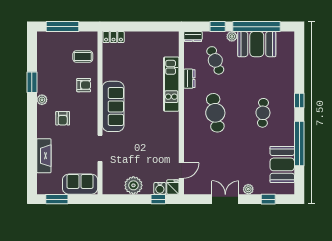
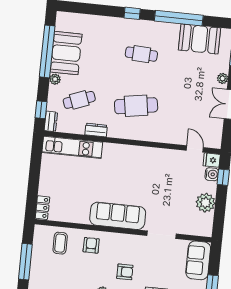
window: (218, 27) -> (41, 110), moved
kitchen unit: (171, 84) -> (72, 147), moved

